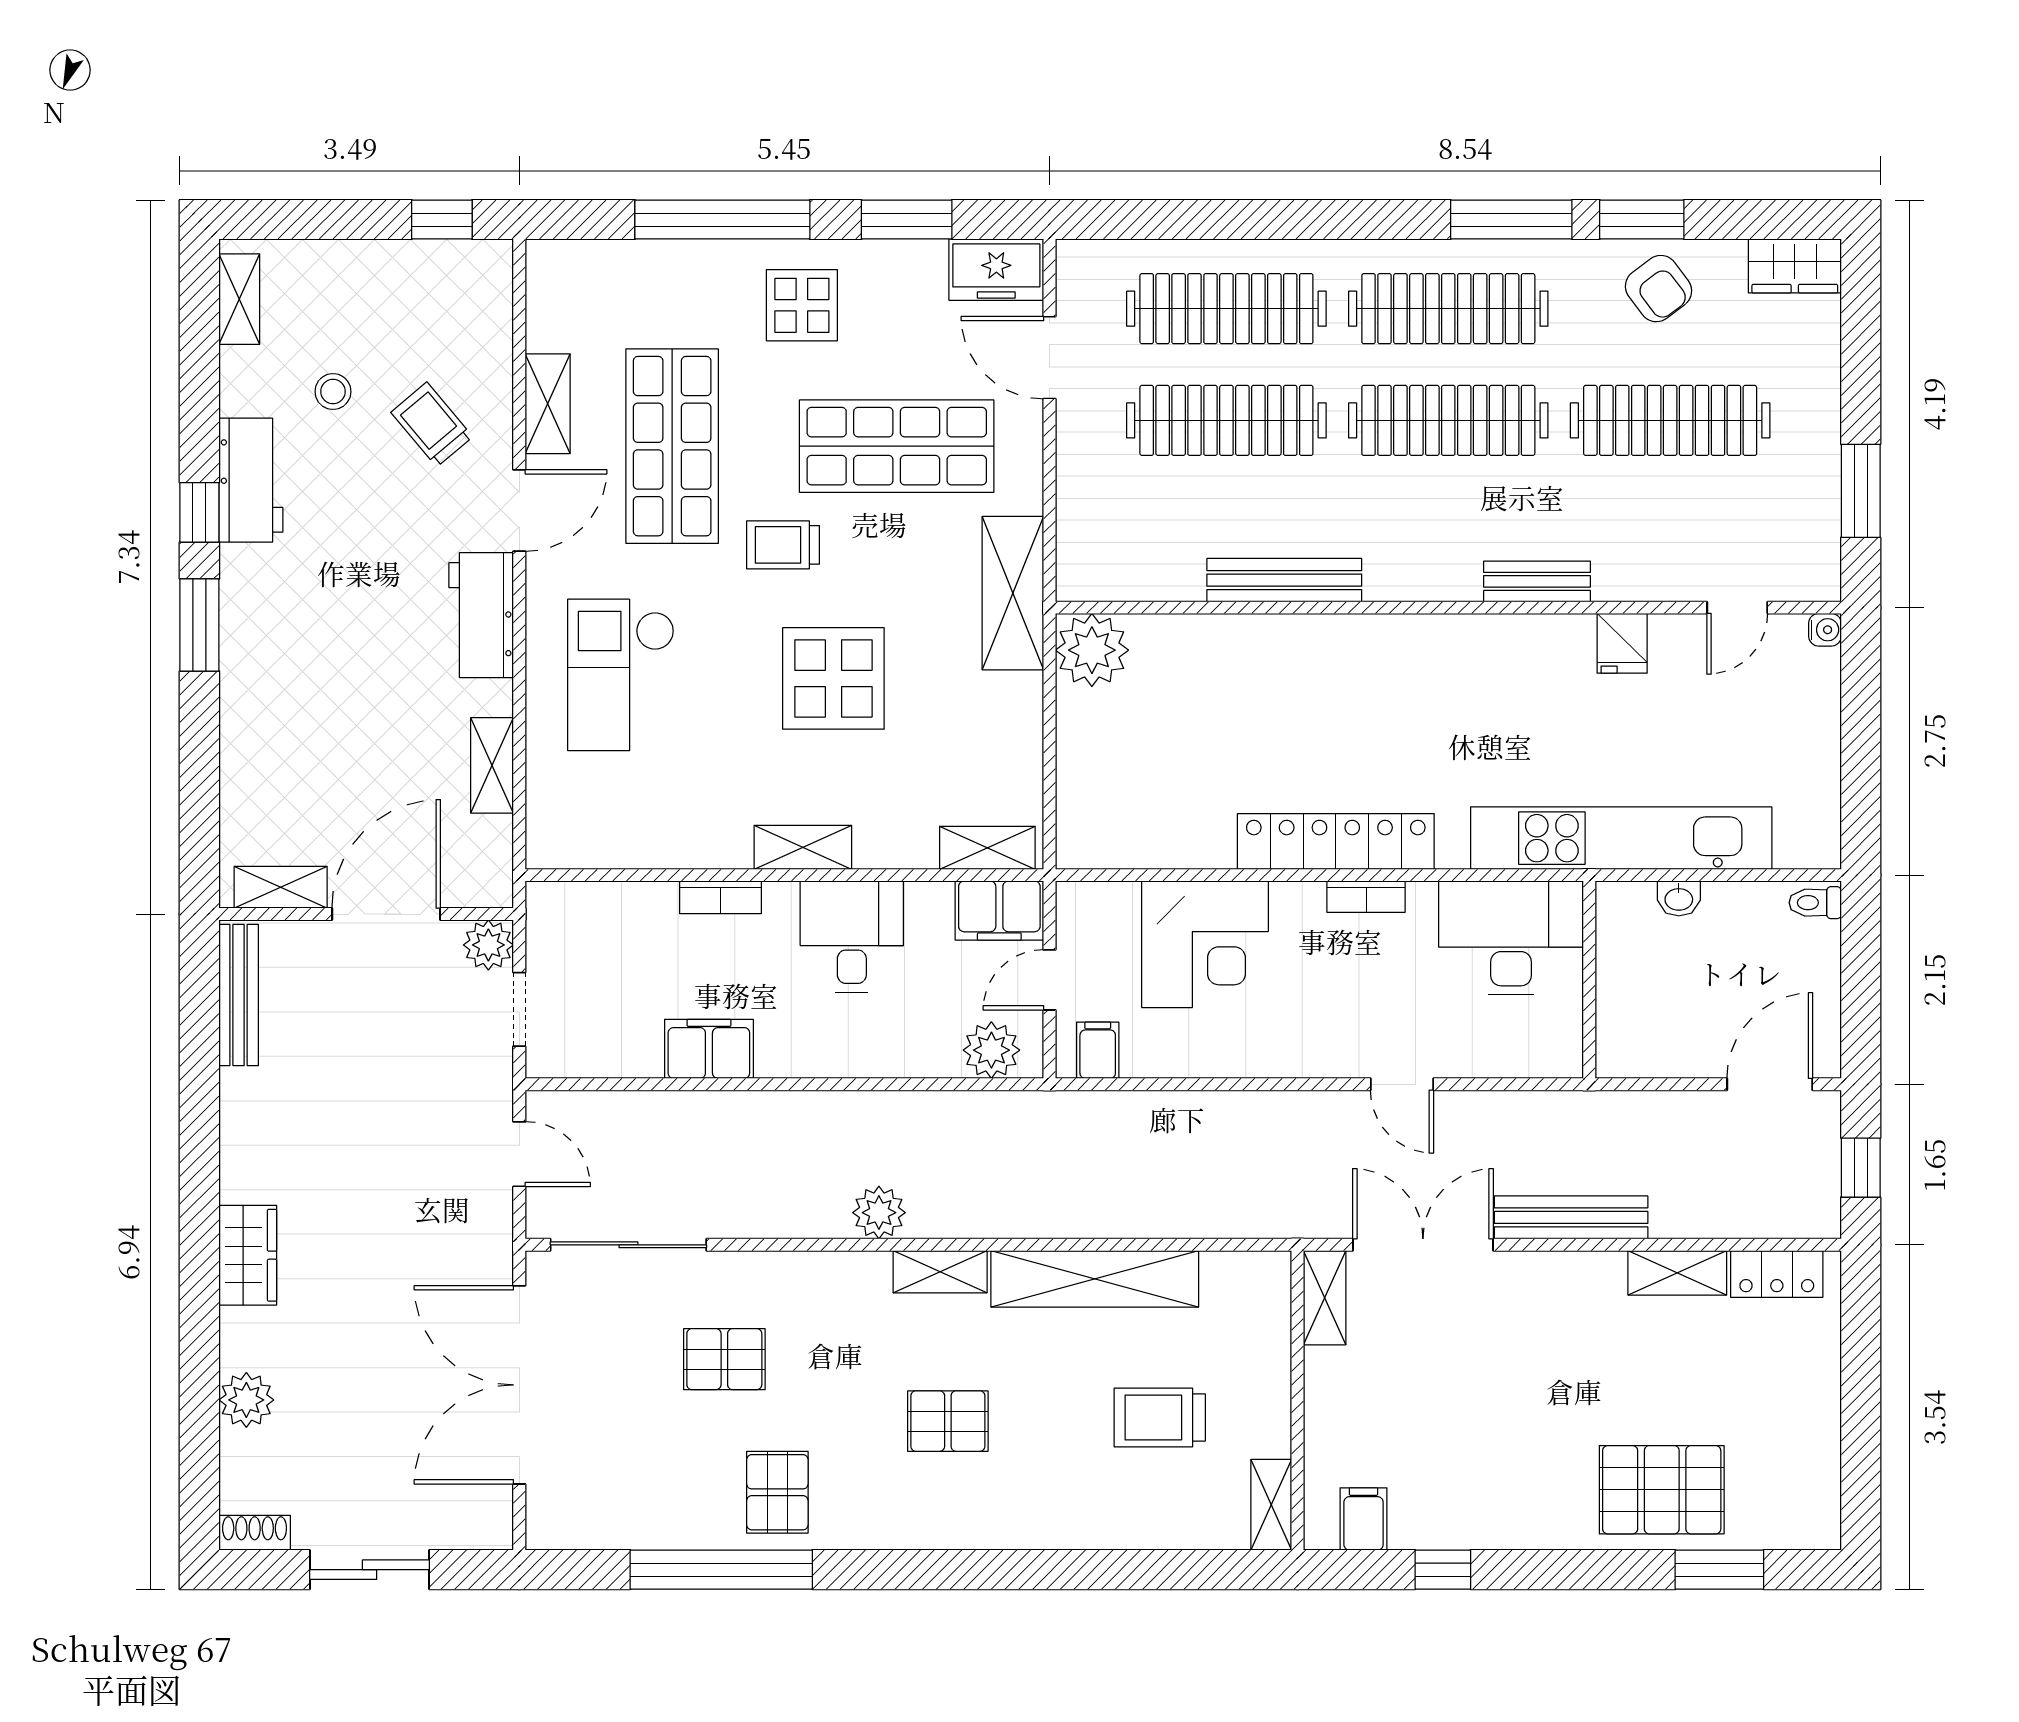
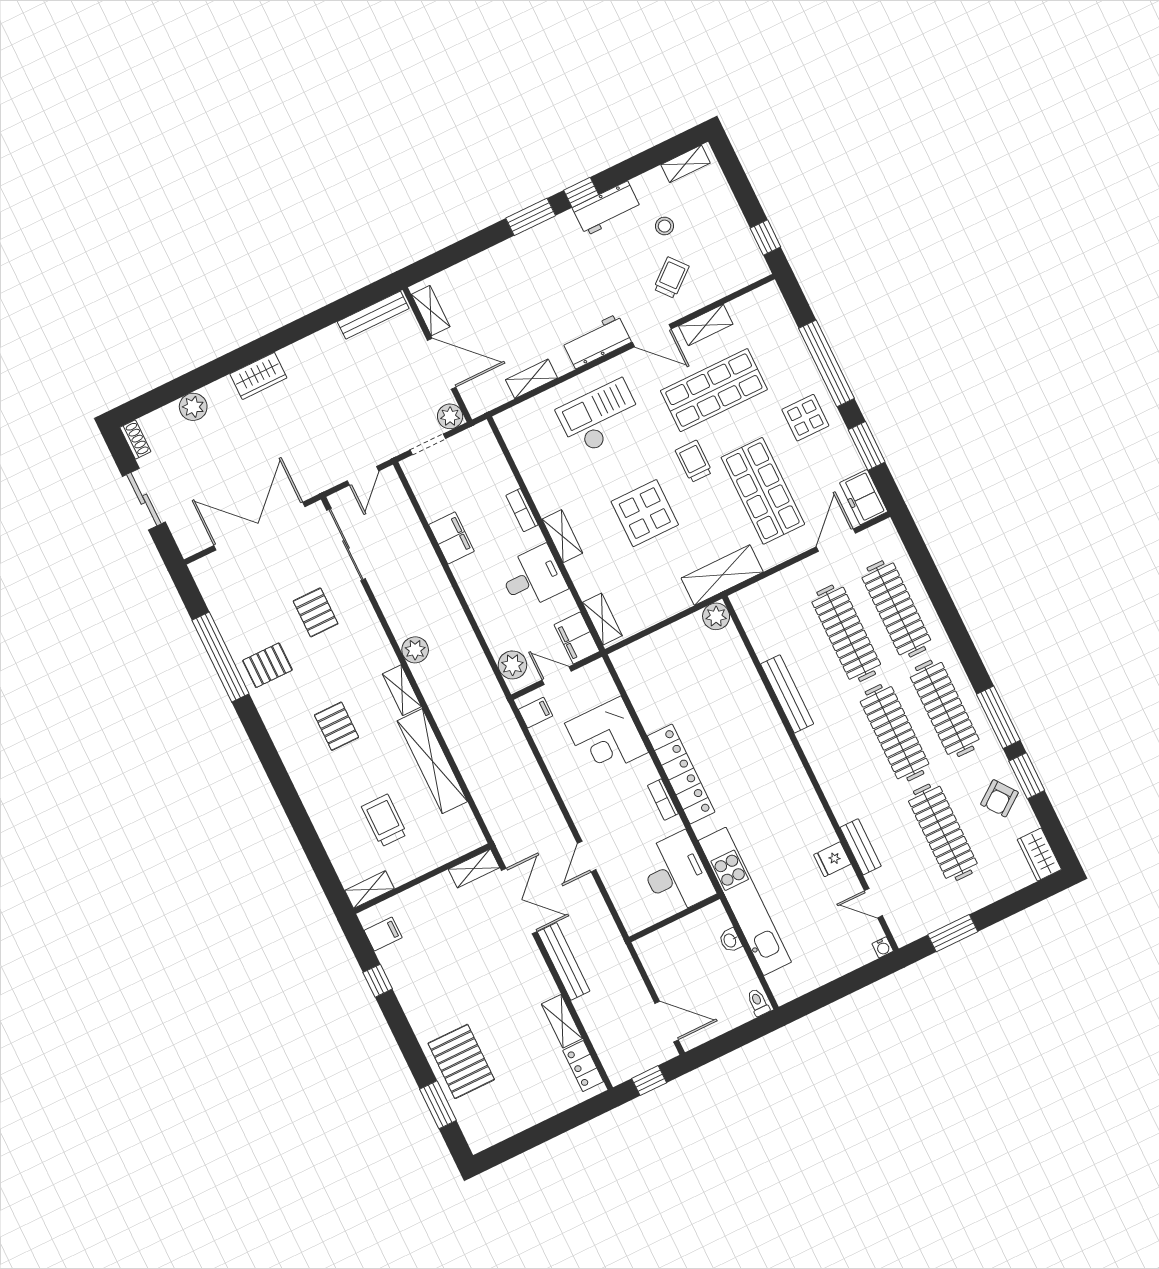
bench: (1537, 581) -> (861, 847), moved
plant: (1092, 650) -> (716, 616), width x0.73, depth x0.73

